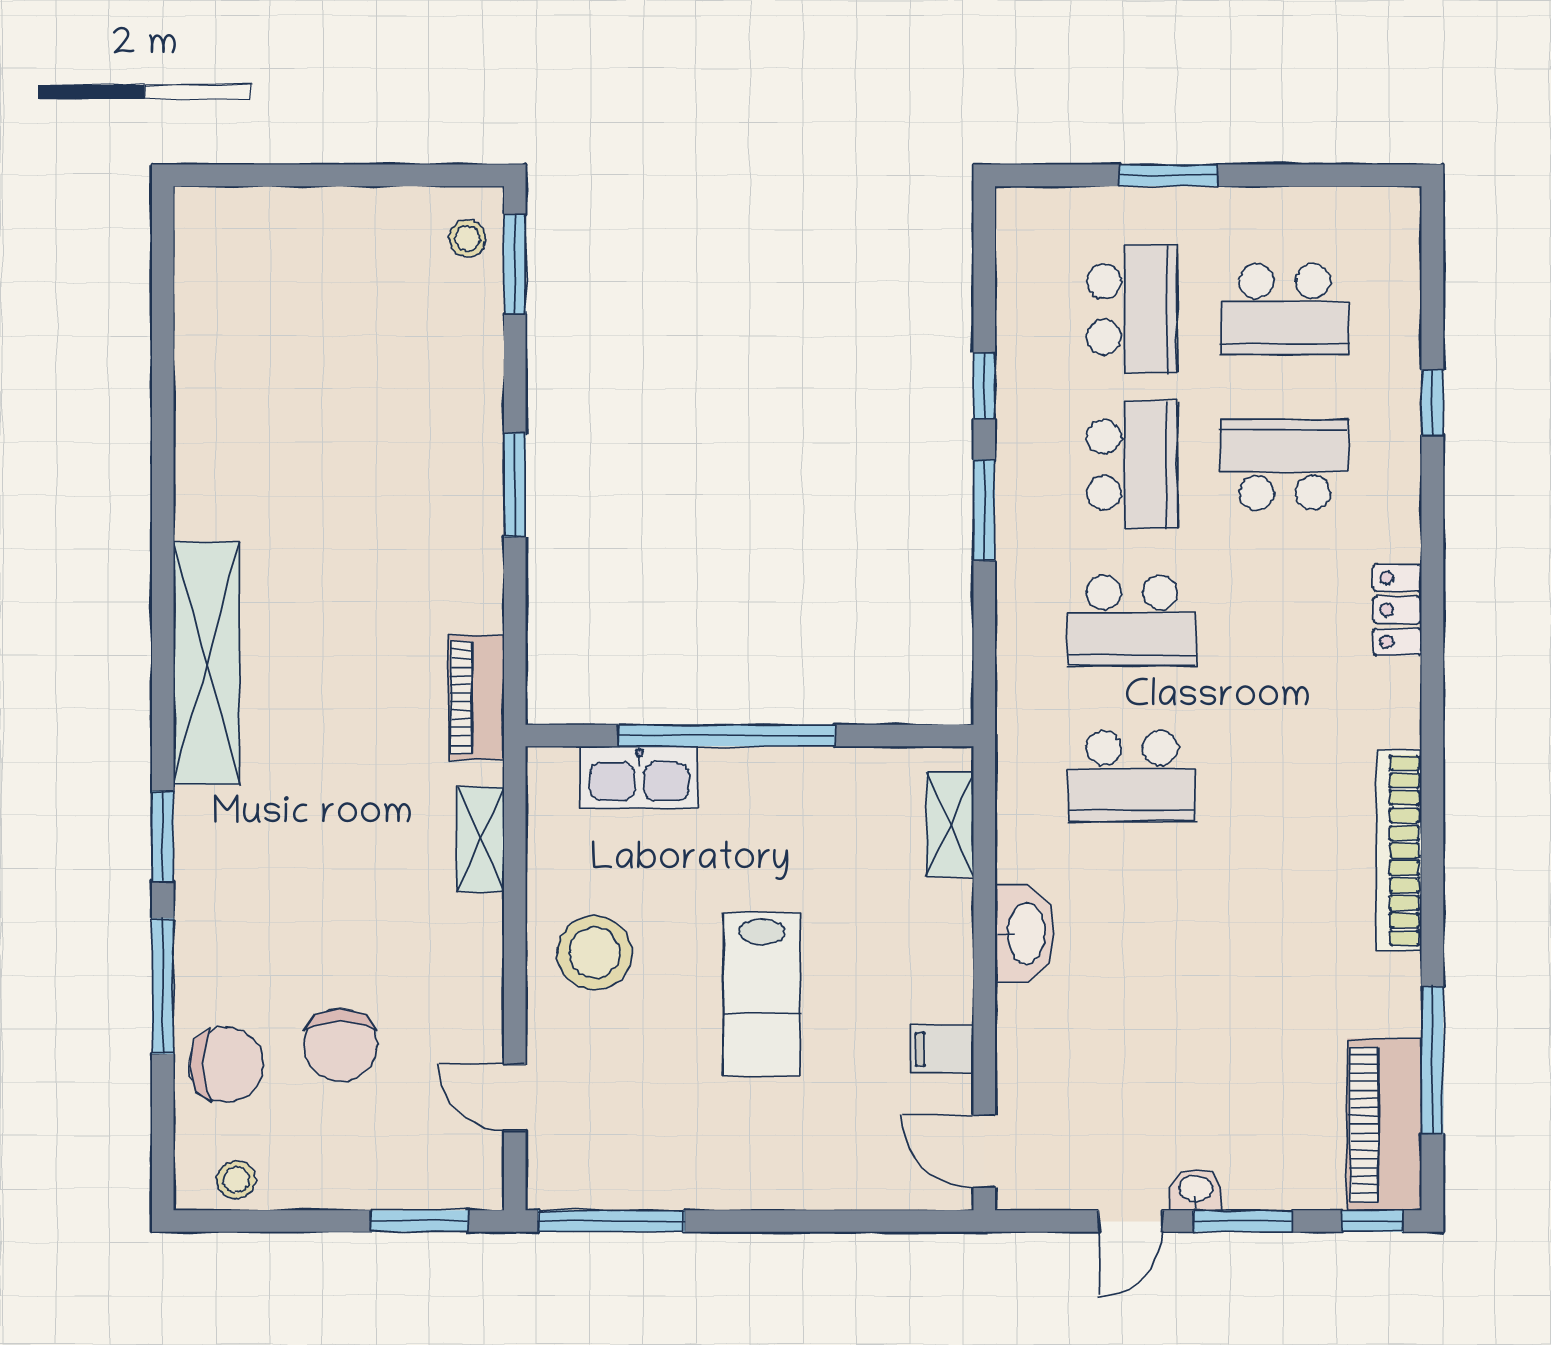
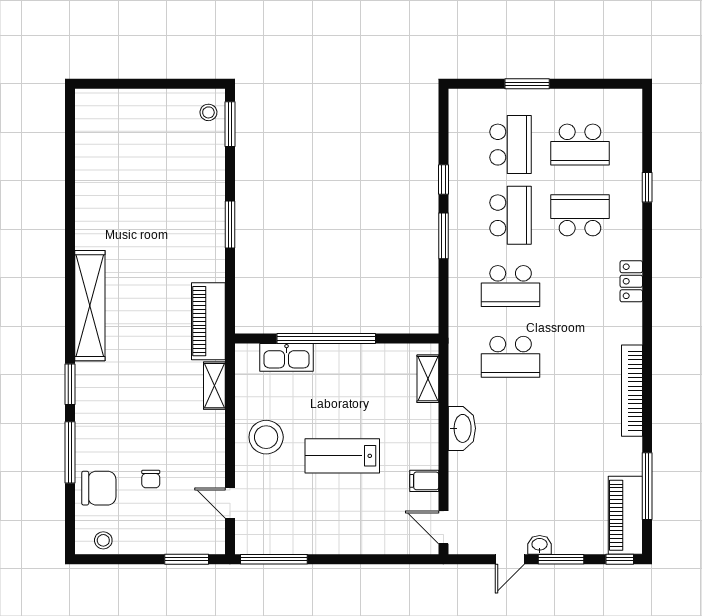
piano: (476, 698) -> (208, 321), width x1.37, depth x1.33
lab bench: (762, 994) -> (342, 456), turned 90
chair: (340, 1045) -> (151, 479), width x0.54, depth x0.54

